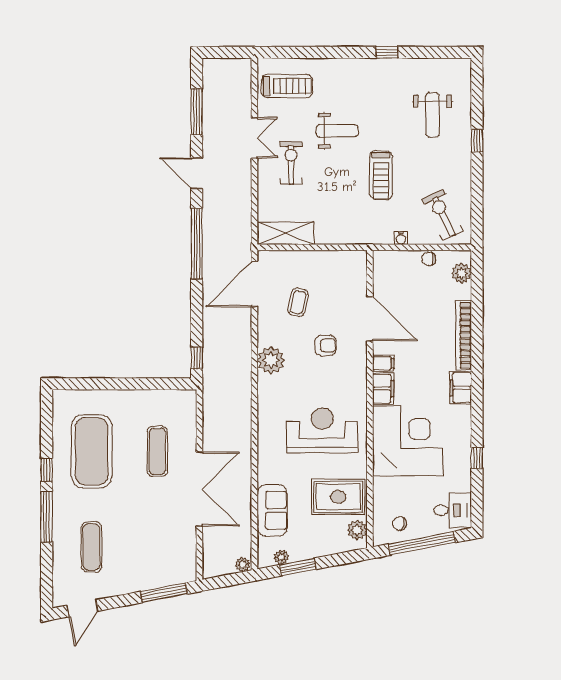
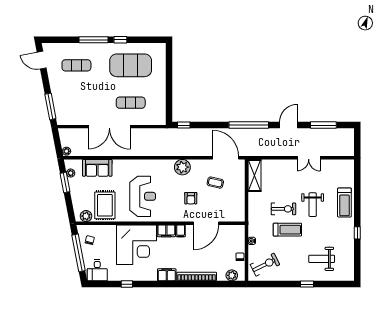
treadmill: (287, 86) -> (344, 203), moved
exercise bike: (291, 163) -> (284, 209), moved
treadmill: (381, 175) -> (287, 230), turned 180

